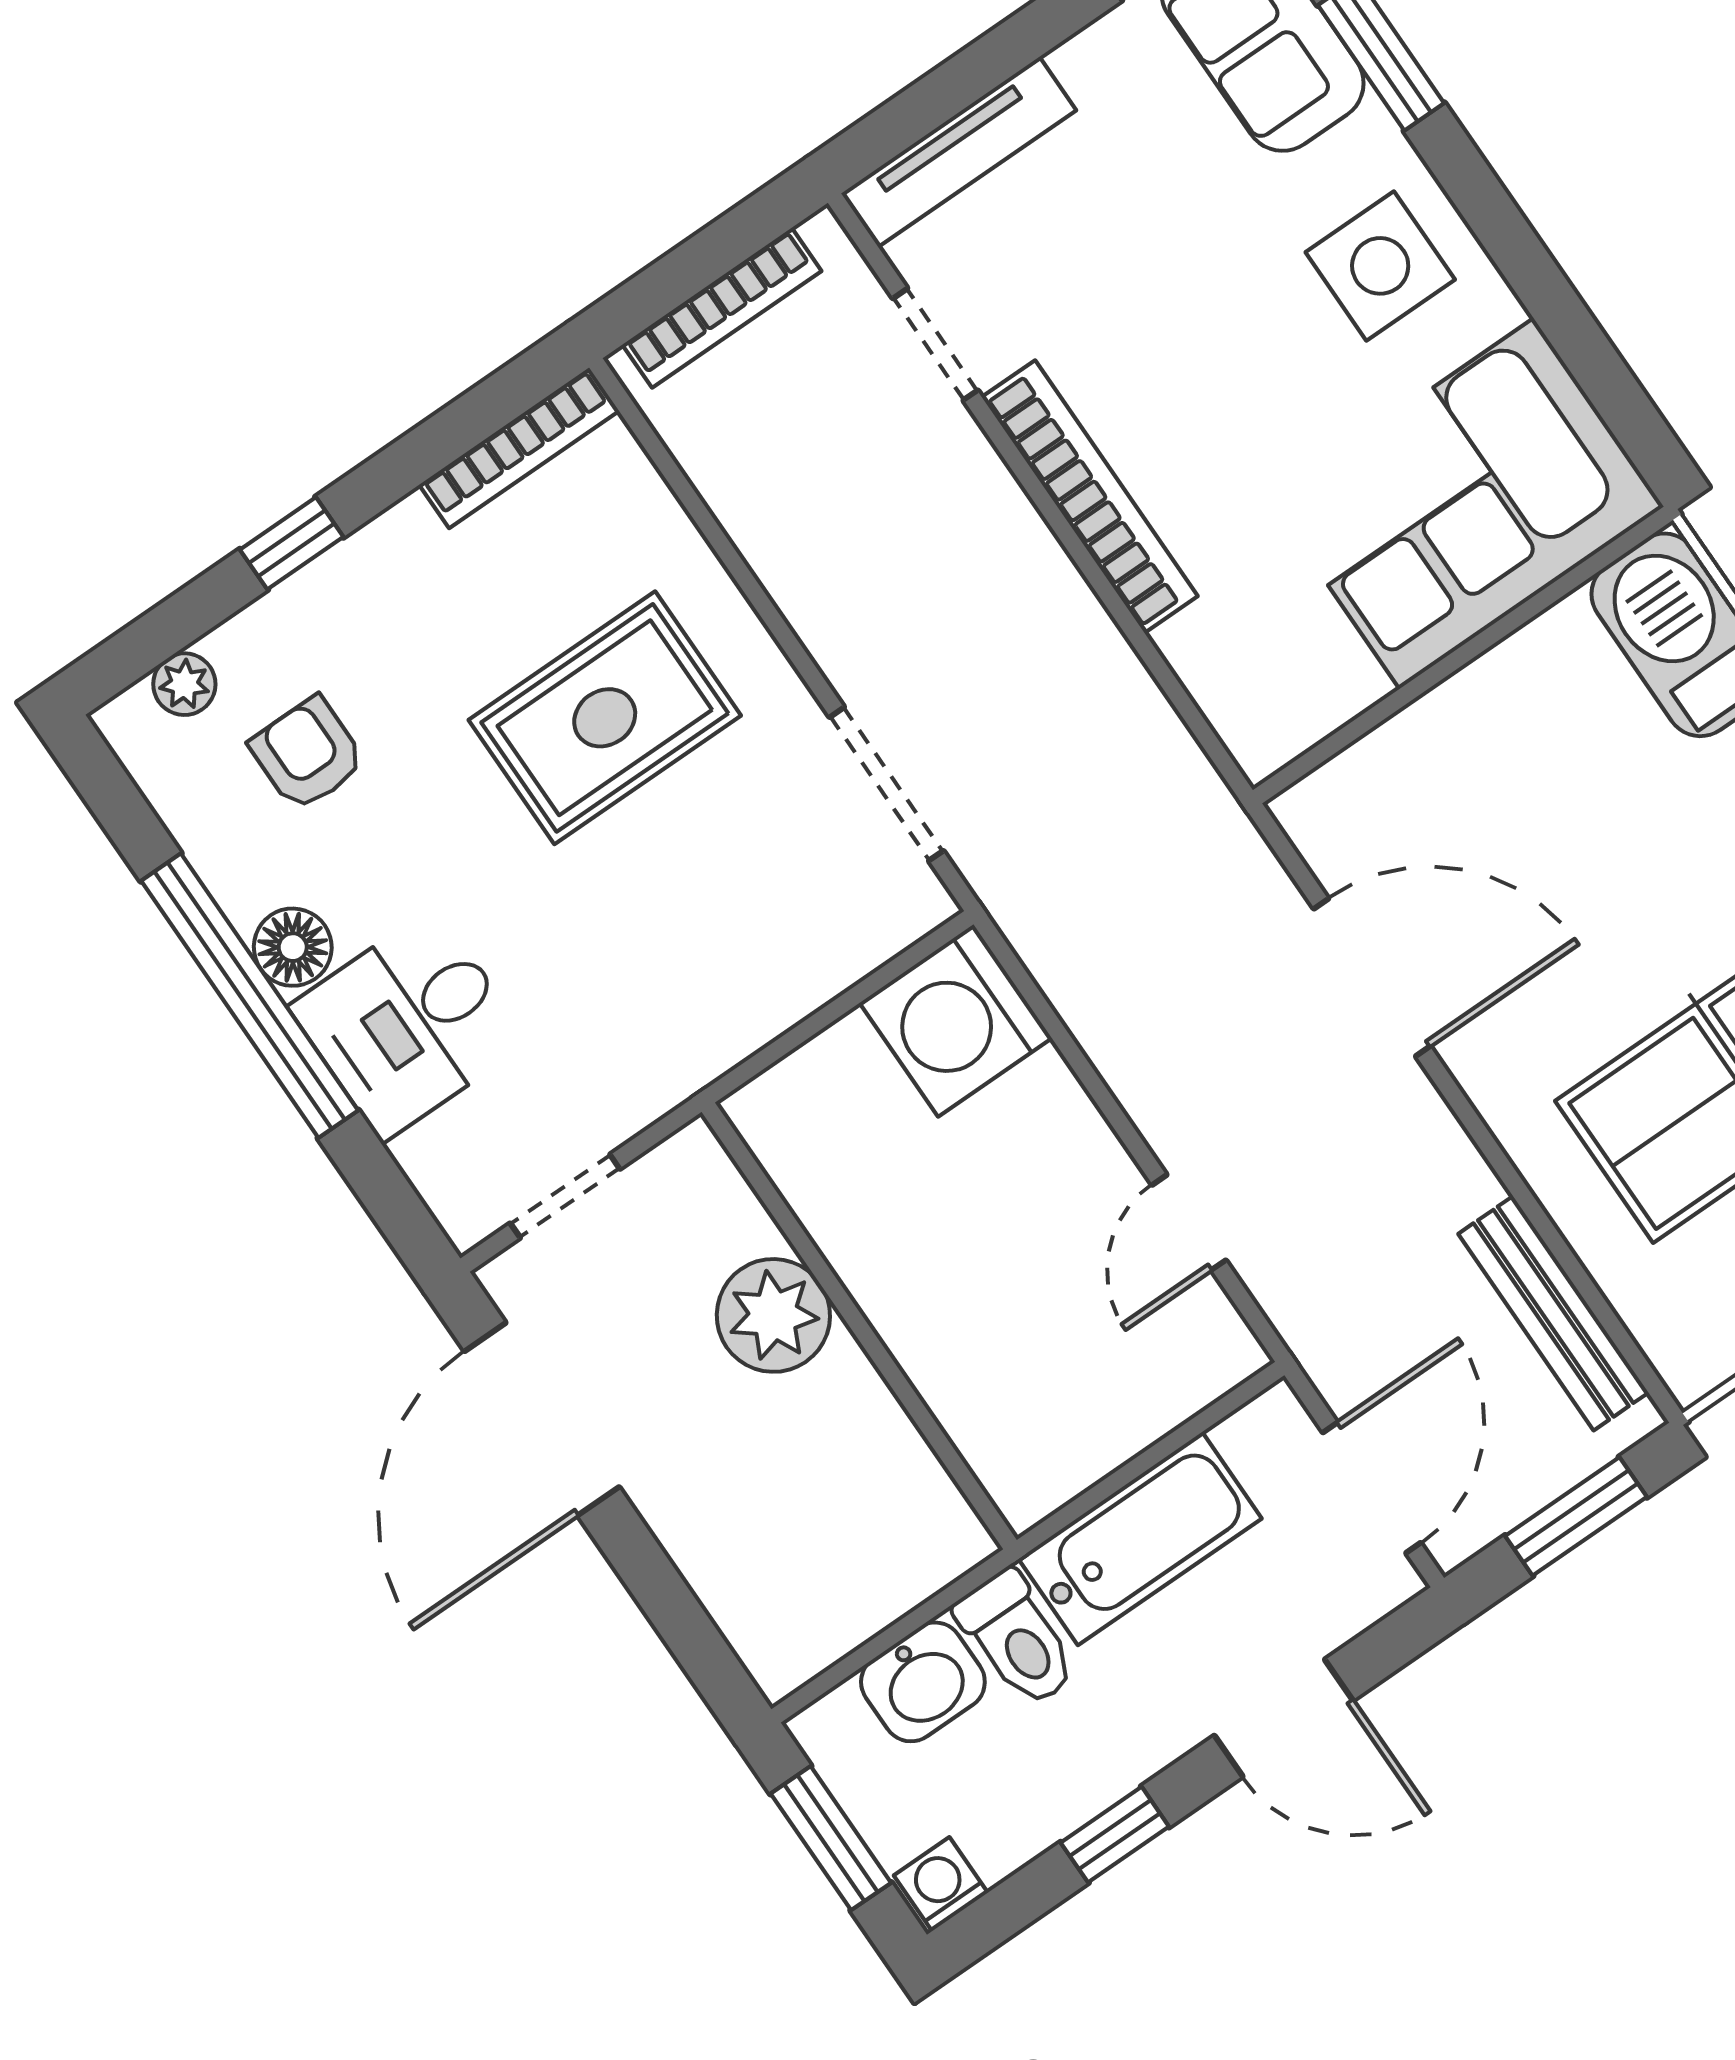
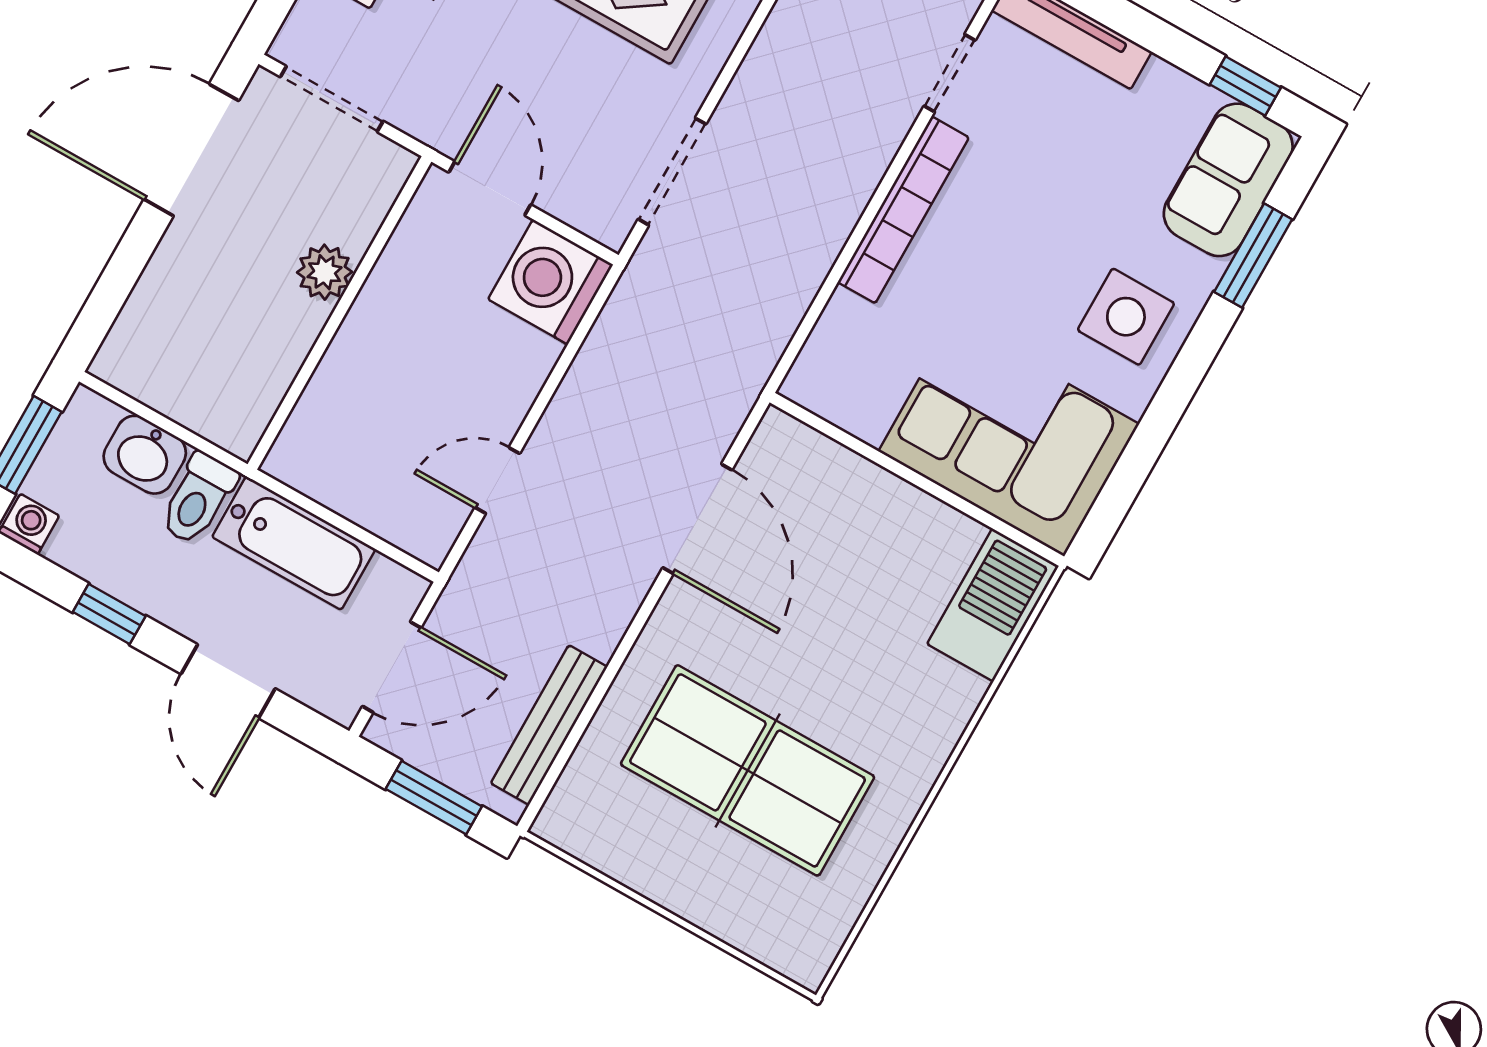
door: (790, 1041) -> (490, 188), added
doorway: (565, 1196) -> (332, 99), width x1.38
plant: (773, 1315) -> (325, 272), width x0.73, depth x0.73

